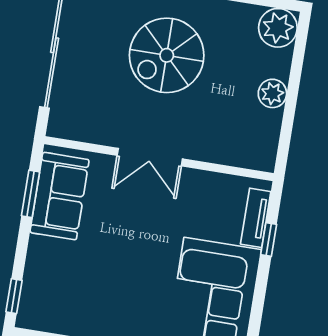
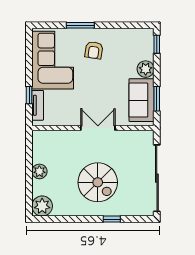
spiral stairs: (167, 55) -> (98, 182), turned 90
plant: (43, 253) -> (146, 69), added
armchair: (134, 304) -> (94, 50), added

